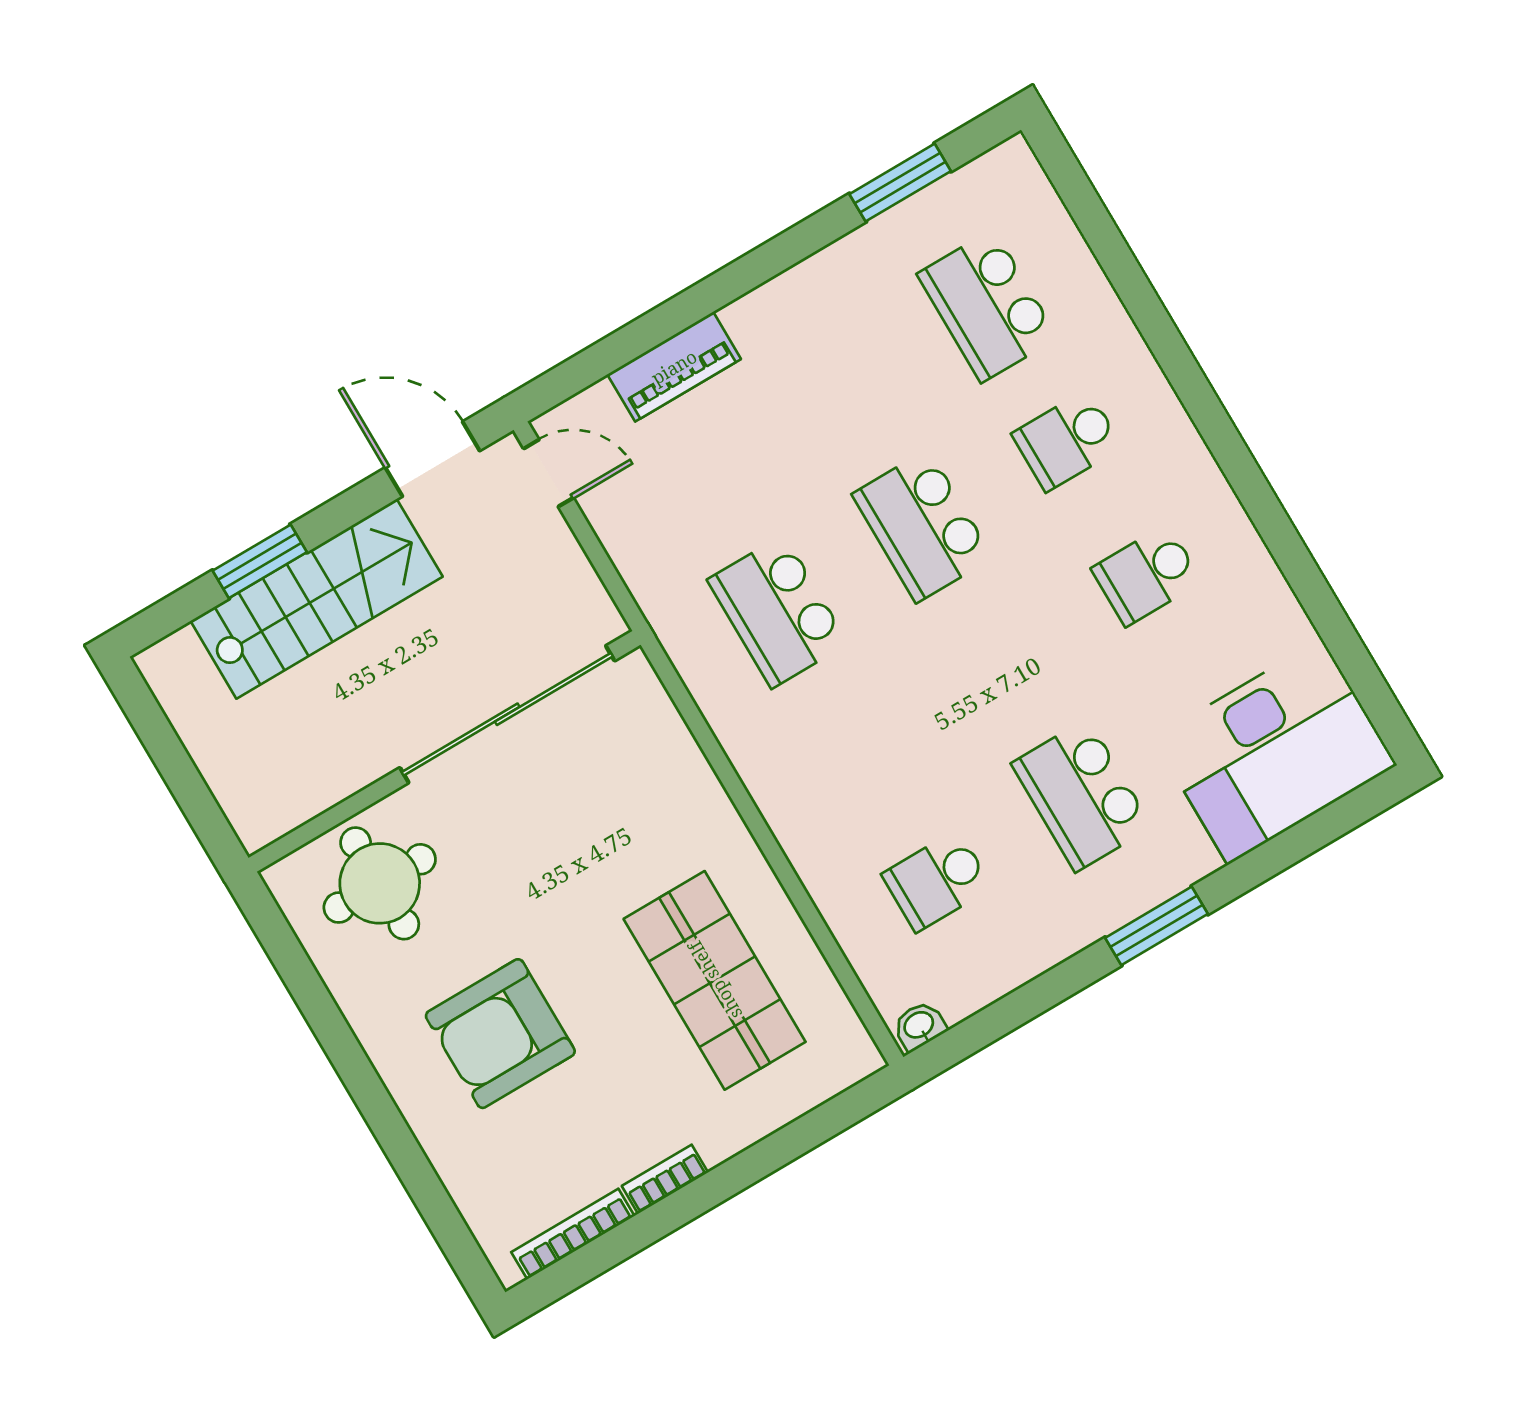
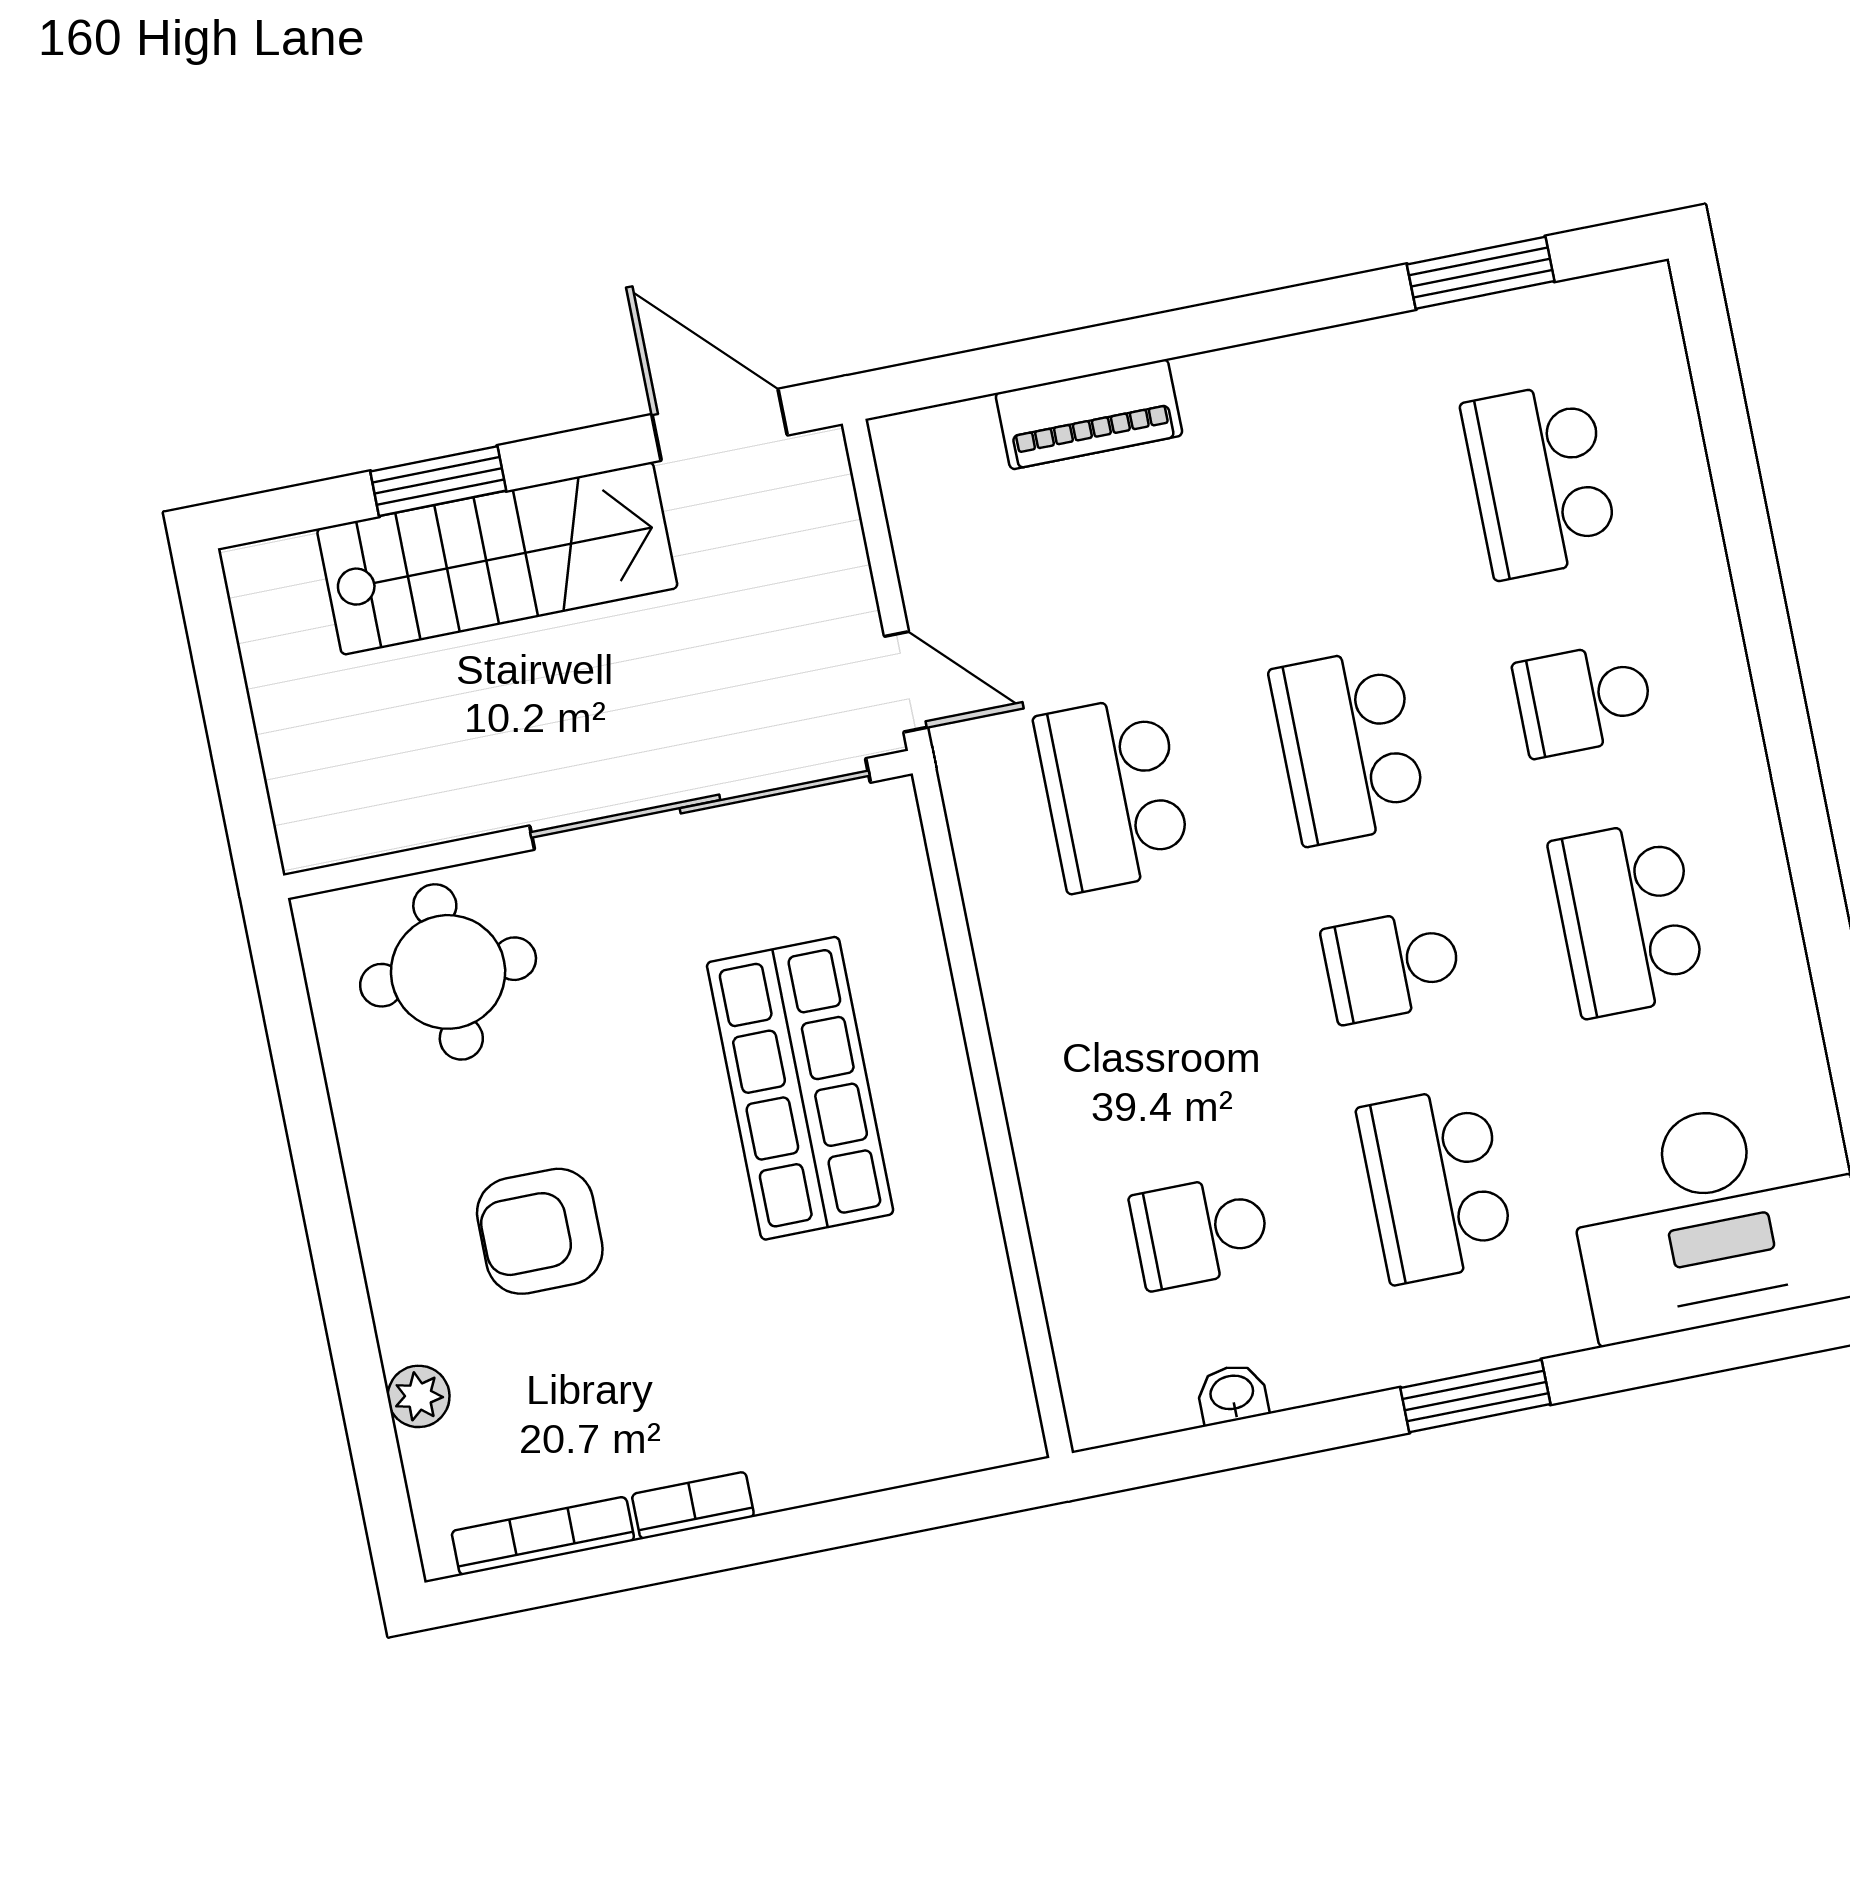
door: (549, 473) -> (906, 682), moved
school desk: (1147, 575) -> (1628, 918), width x1.85
school desk: (1002, 661) -> (1392, 965), added
shop shelf: (715, 980) -> (800, 1088), moved
washbasin: (919, 1026) -> (1232, 1394), moved
armchair: (500, 1034) -> (540, 1231), width x0.73, depth x0.73
plant: (458, 1171) -> (419, 1396), added

